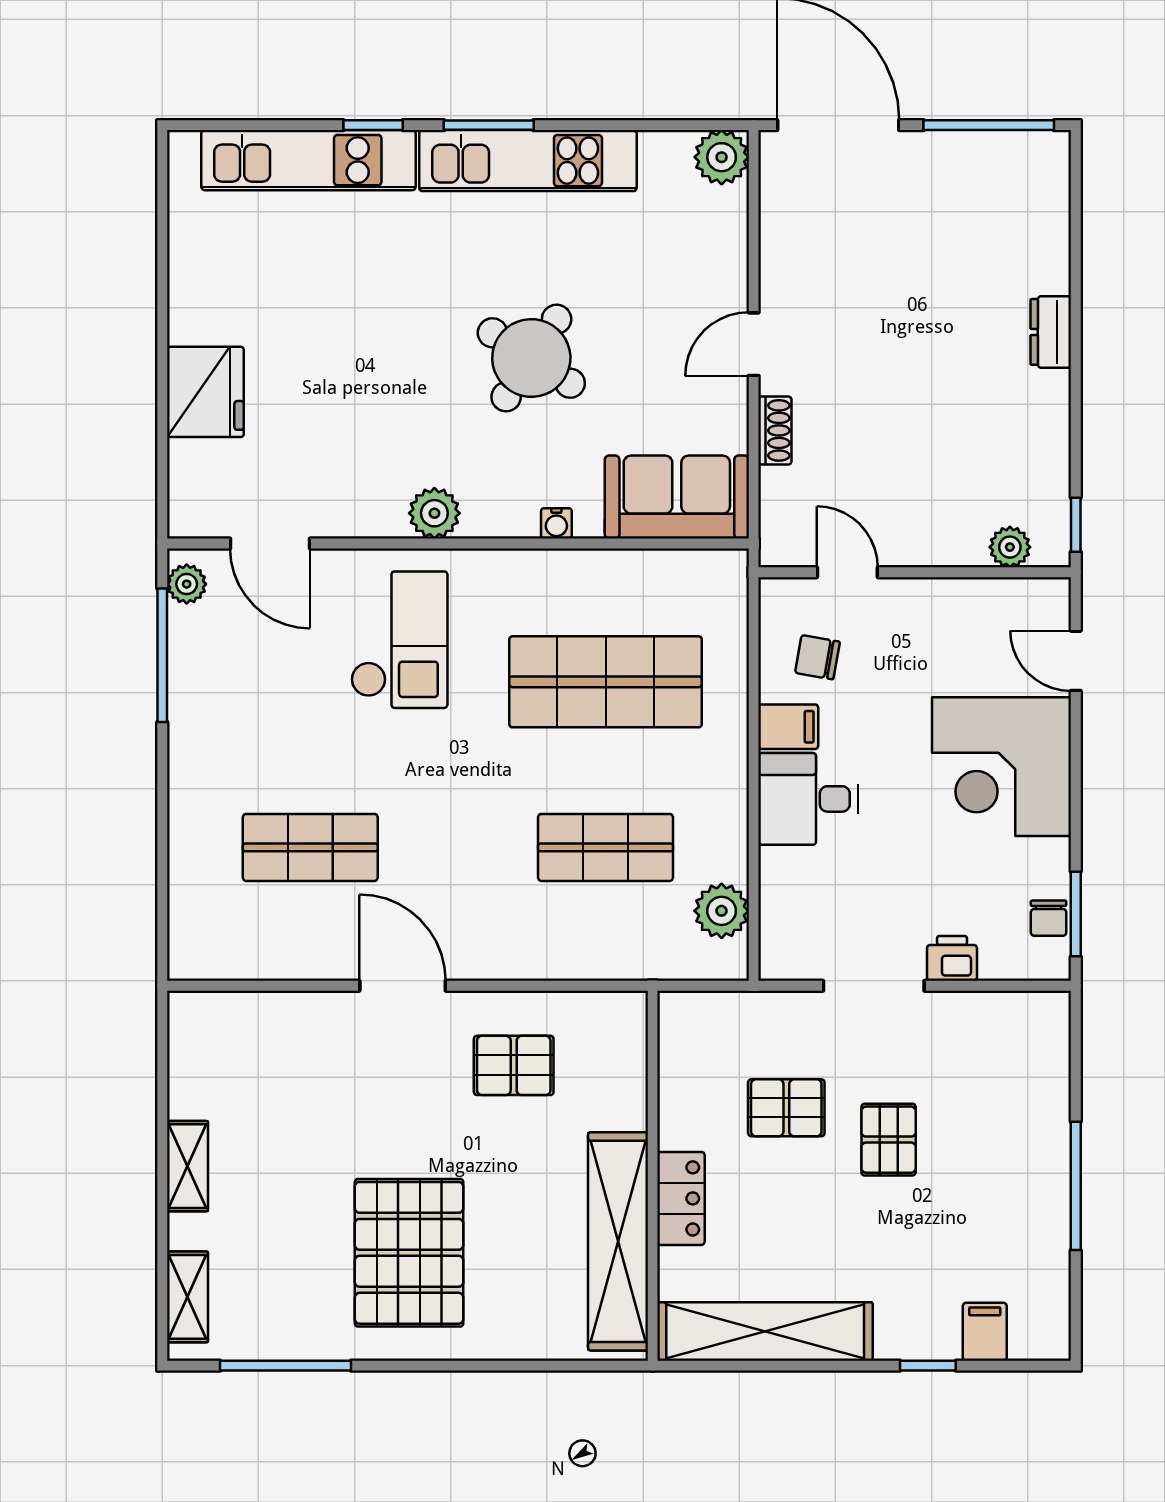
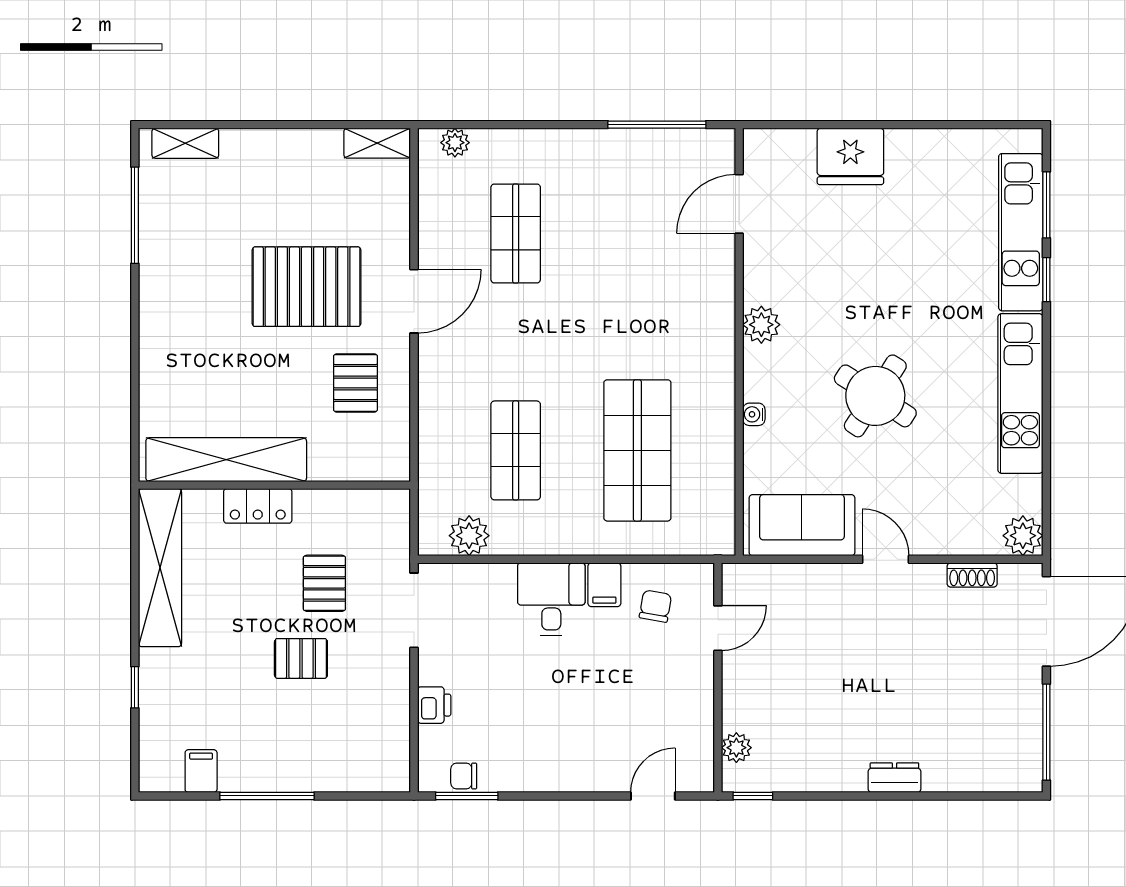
window: (489, 125) -> (1046, 205), moved
shoe rack: (775, 430) -> (972, 575), moved
sofa: (677, 497) -> (802, 525), moved, turned -90
plant: (187, 584) -> (455, 143), moved
checkout: (399, 640) -> (668, 299), removed
corner desk: (1002, 767) -> (575, 741), removed
doorway: (874, 986) -> (414, 610), moved
shelving: (187, 1166) -> (377, 143), moved
pallet: (409, 1253) -> (307, 287), moved
filing cabinet: (985, 1332) -> (201, 771), moved, turned -90

